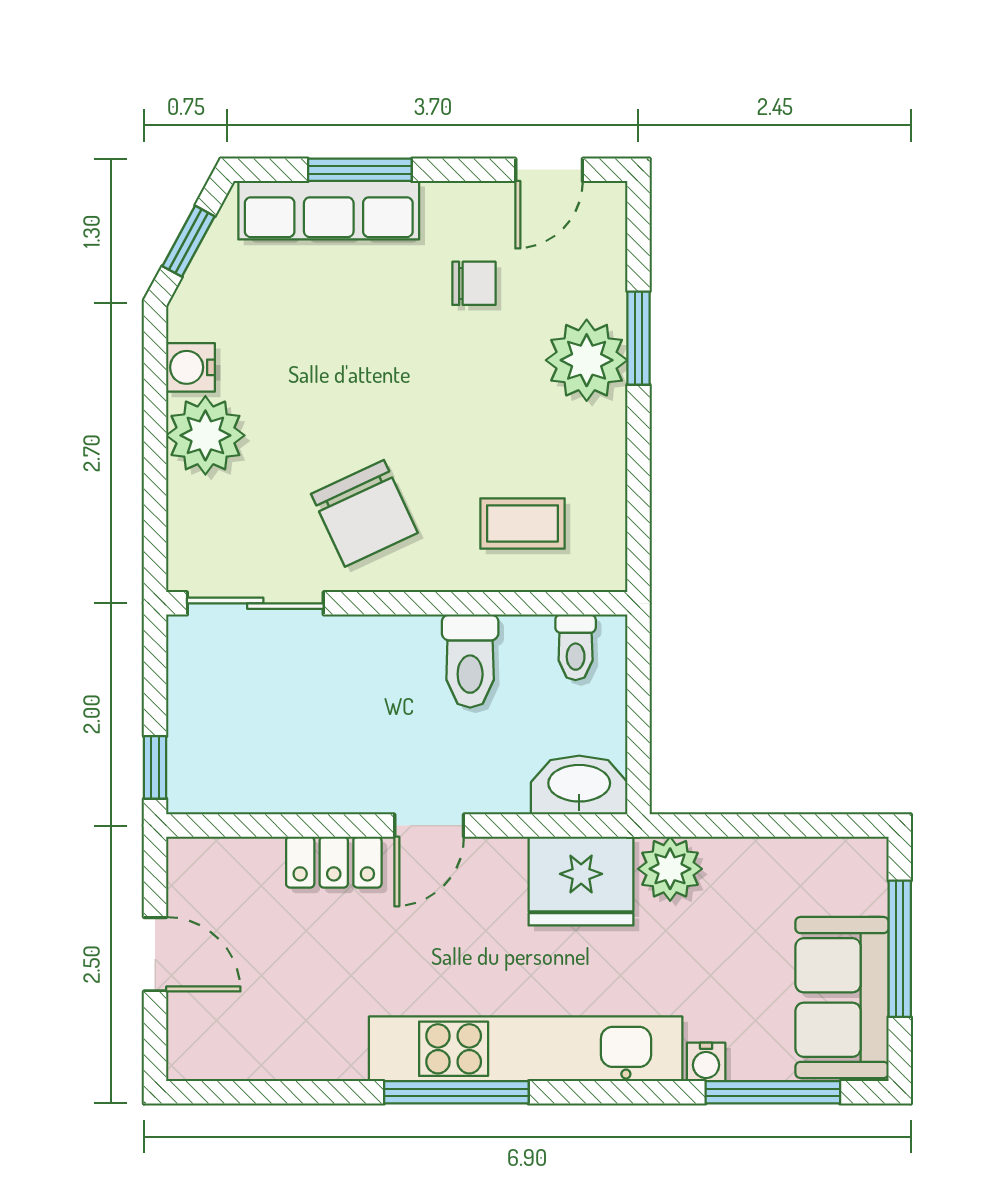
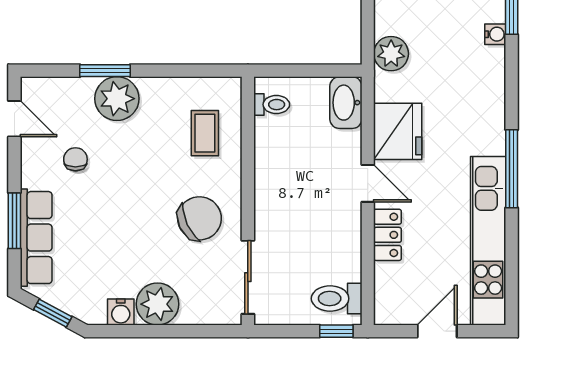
toilet: (470, 661) -> (337, 299), moved, turned 180
fridge: (581, 881) -> (398, 131), moved
kitchen unit: (526, 1049) -> (488, 241), moved

